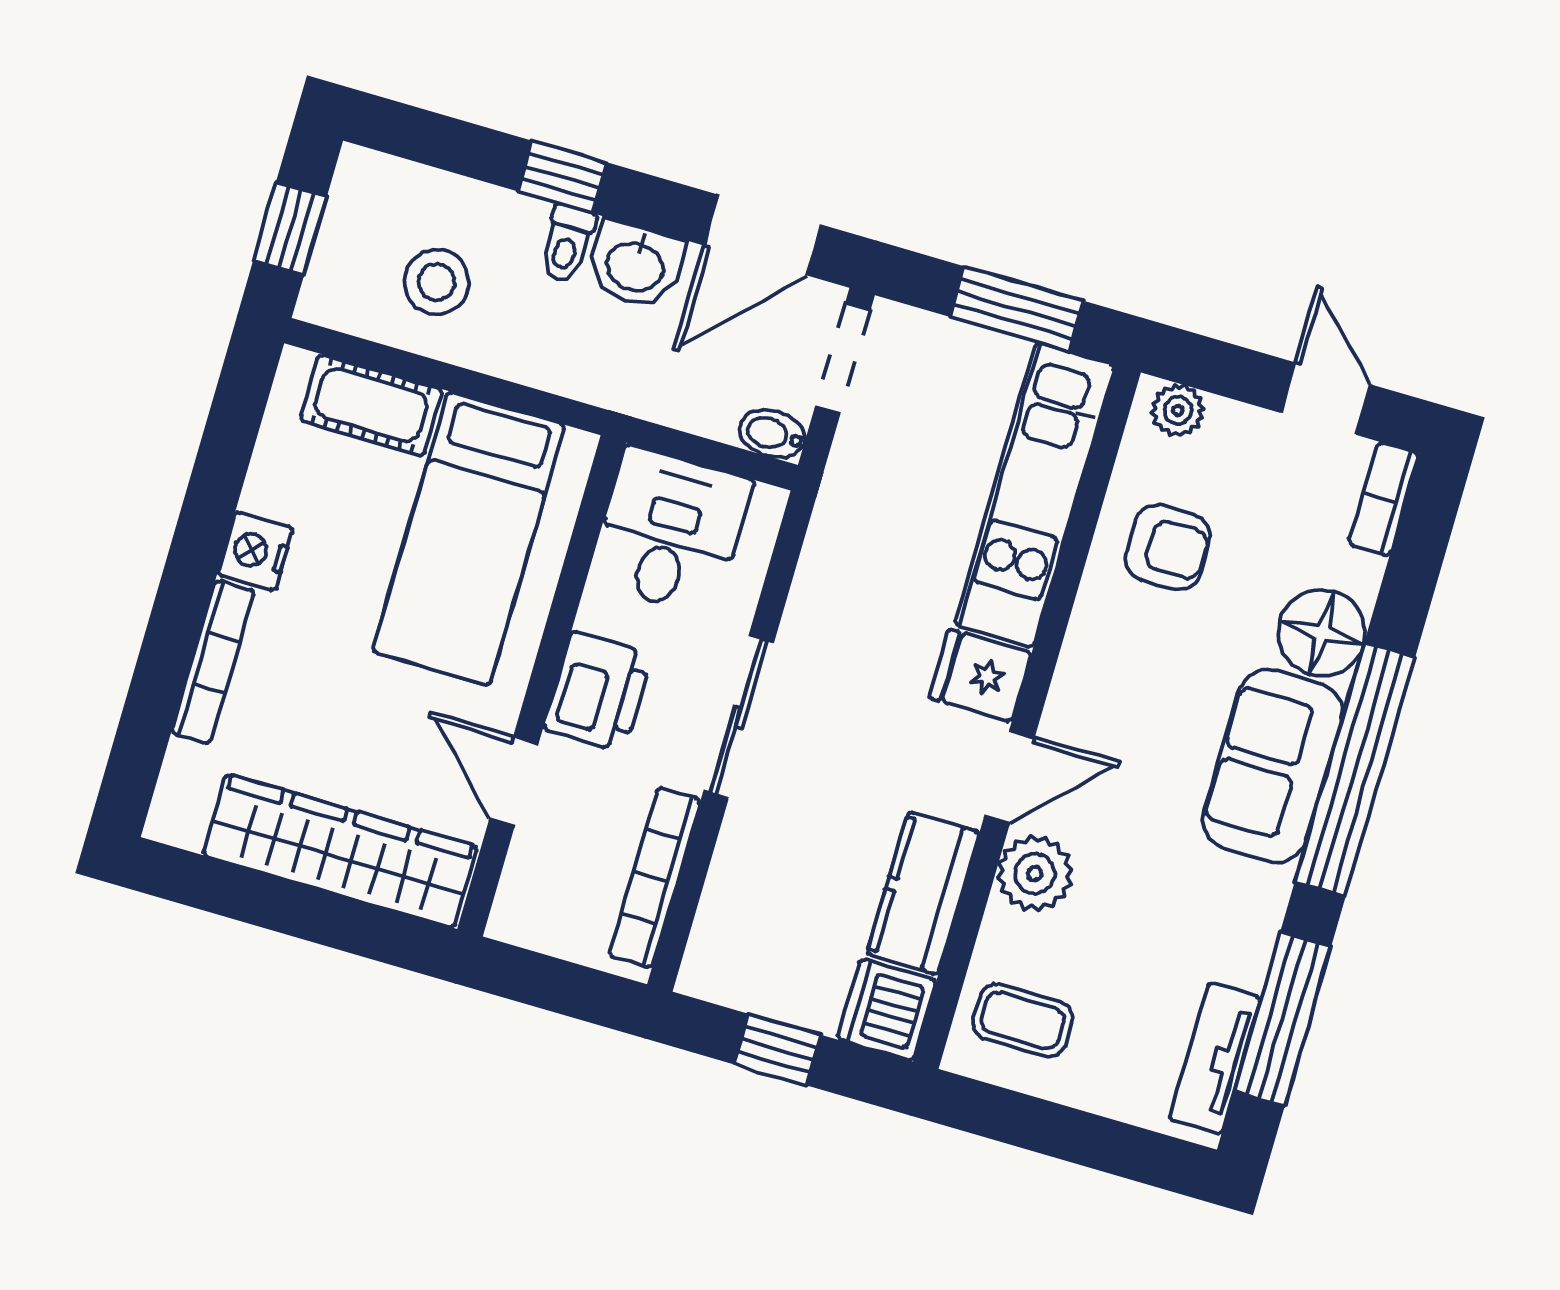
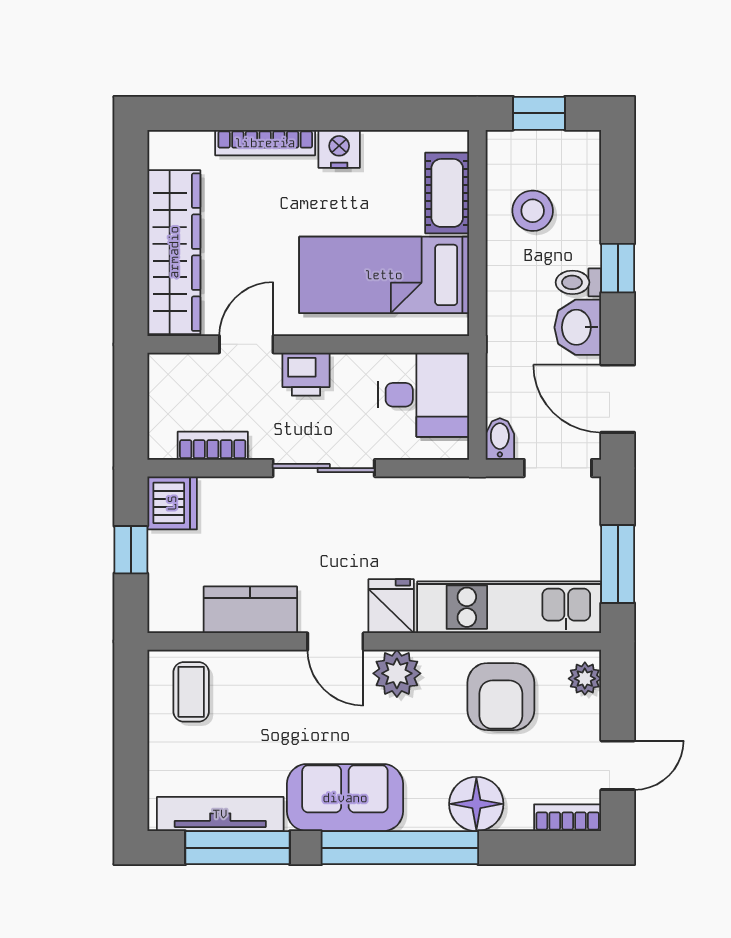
armchair: (1168, 547) -> (501, 697), width x1.38, depth x1.38
printer: (598, 692) -> (306, 374), width x0.73, depth x0.81
sofa: (1273, 766) -> (345, 798), moved
plant: (1035, 874) -> (397, 673), moved
bookcase: (655, 878) -> (213, 446), width x0.64
dishwasher: (887, 1010) -> (172, 503), moved, turned 90
tv unit: (1215, 1059) -> (220, 814), width x1.41

